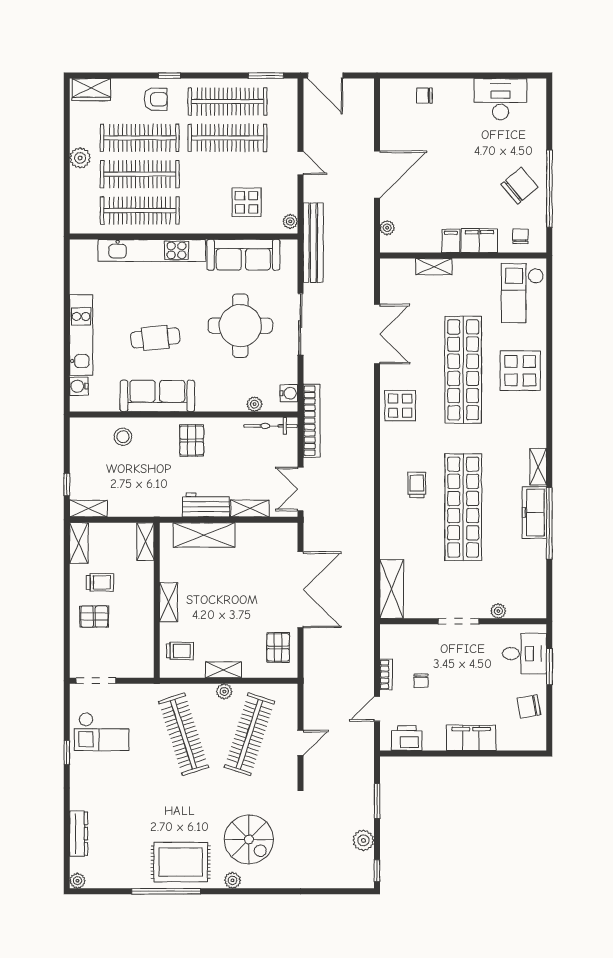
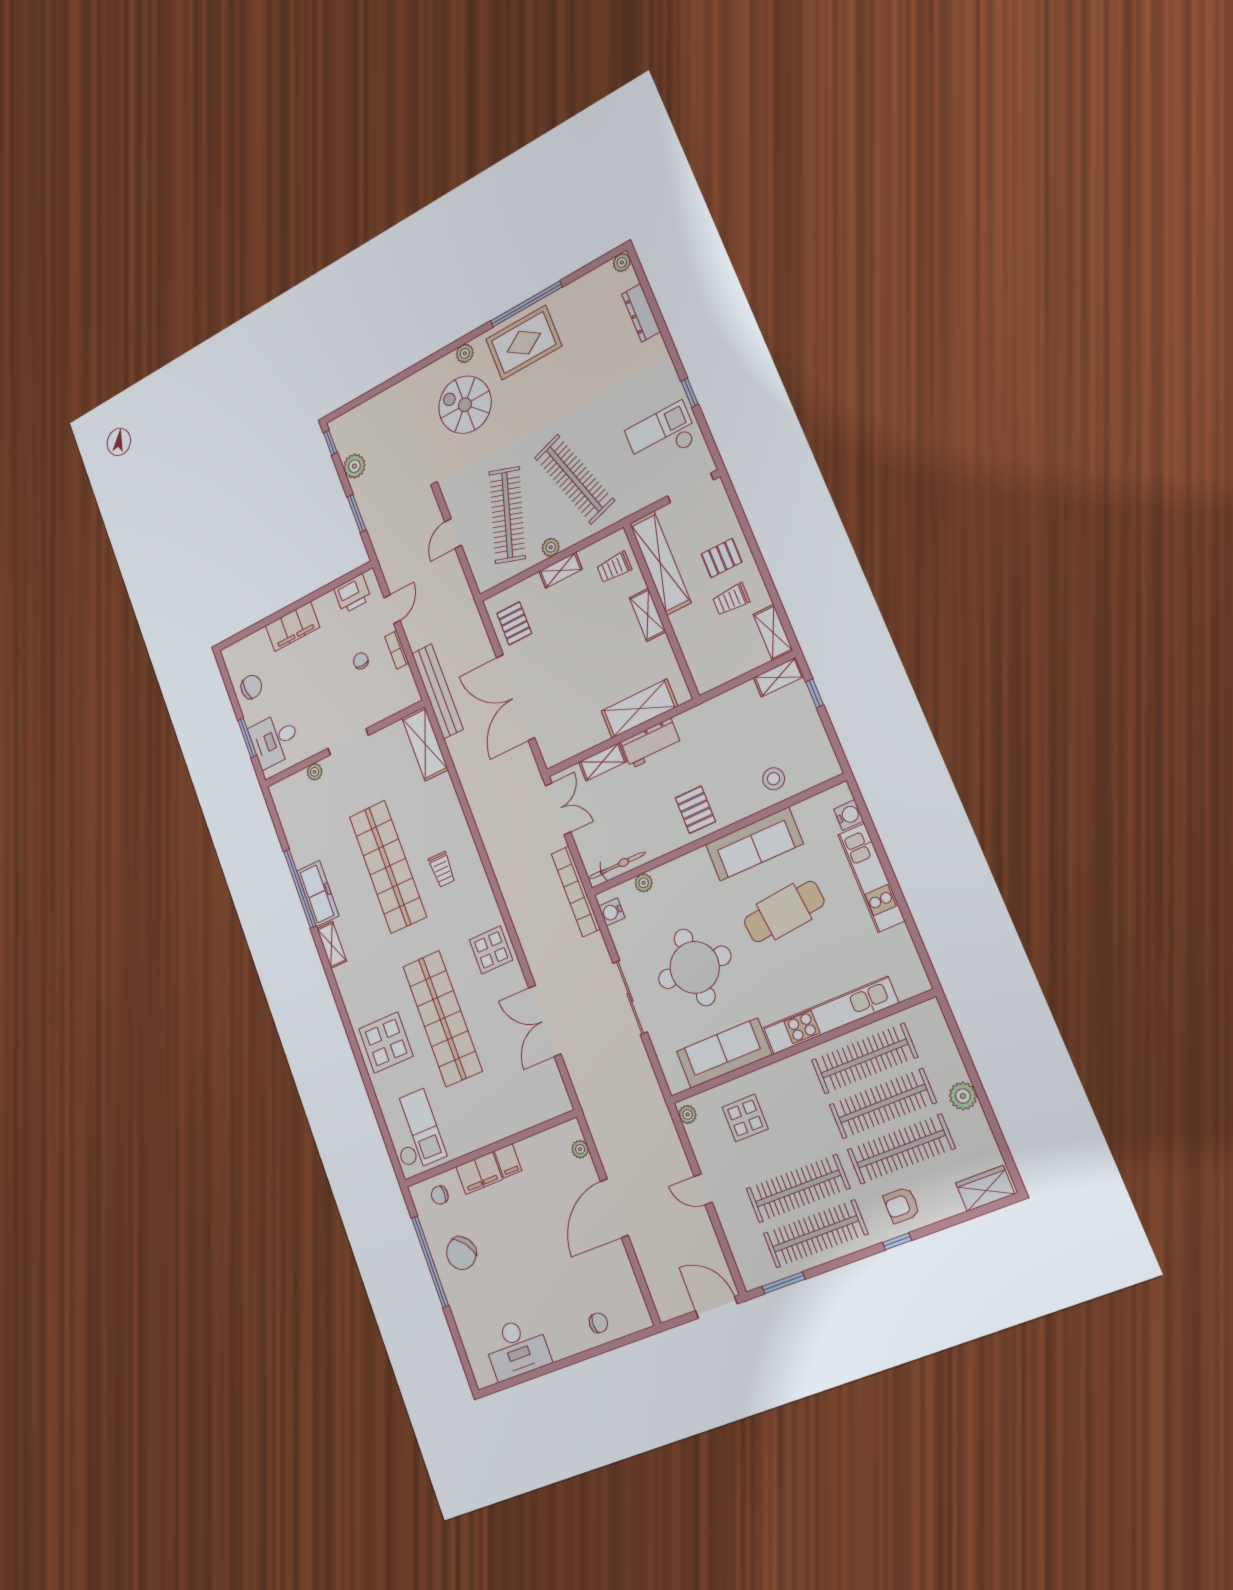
chair: (520, 236) -> (440, 1195), turned 90
bench: (313, 243) -> (437, 691), moved
shelving: (434, 267) -> (515, 1124), removed
cafe table: (155, 338) -> (784, 912), width x1.37, depth x1.35
shelving: (145, 542) -> (660, 563), moved, width x2.20, depth x1.33

